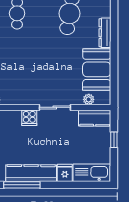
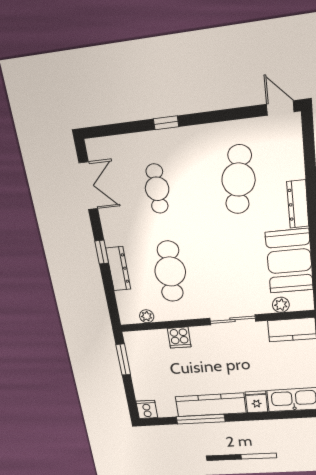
cafe table: (17, 69) -> (170, 272), added
cooker: (29, 118) -> (179, 338), moved

